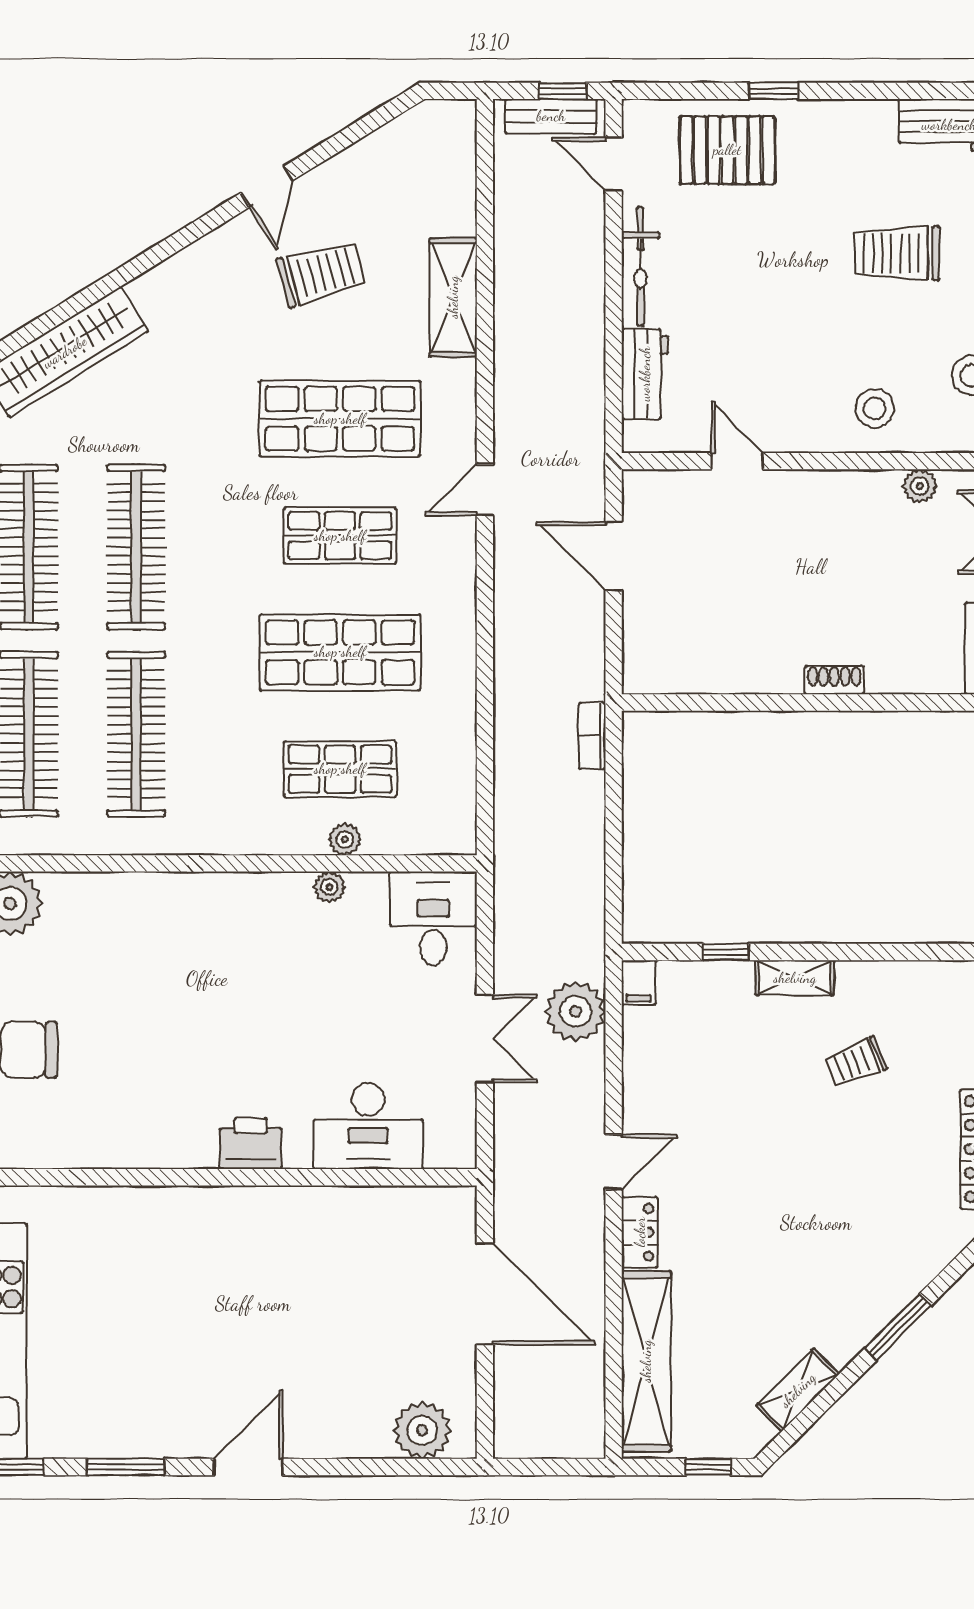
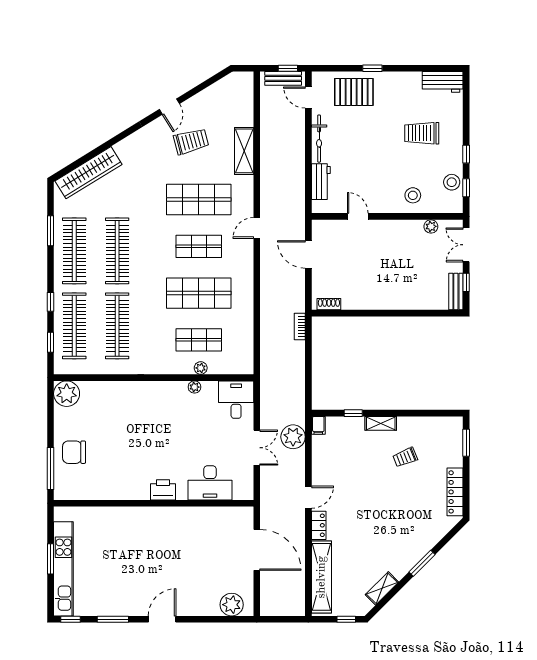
shoe rack: (834, 680) -> (329, 304), moved

